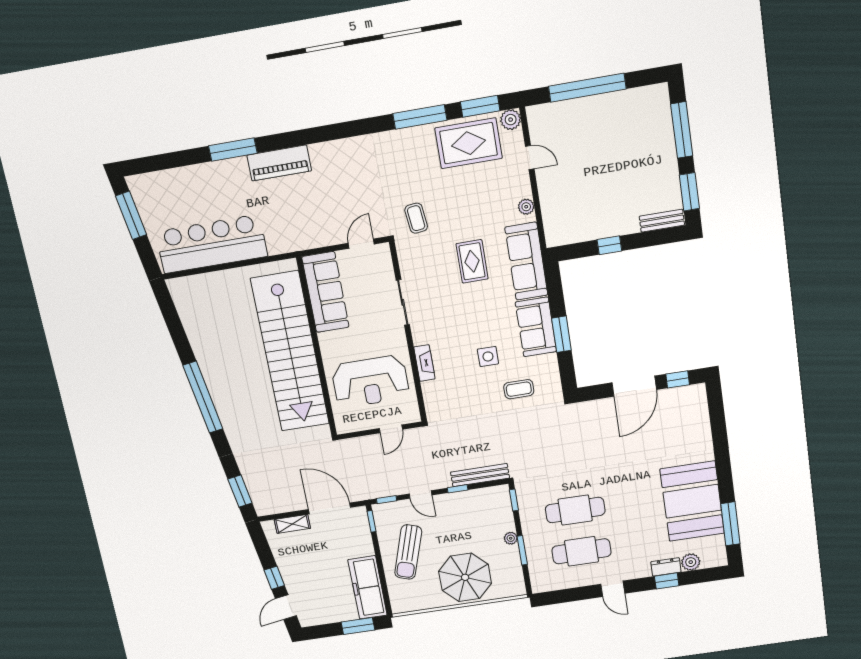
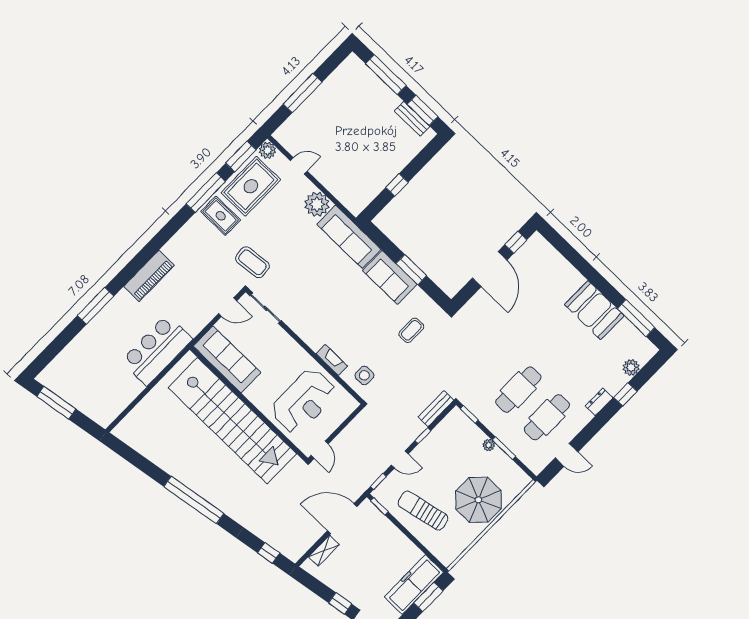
window: (587, 88) -> (303, 93), width x0.68
piano: (279, 163) -> (149, 276), moved
plant: (526, 207) -> (317, 204), width x1.87, depth x1.87
coffee table: (416, 218) -> (252, 262), width x1.36, depth x1.30
bench: (662, 221) -> (412, 119), moved, turned 90
bar counter: (212, 244) -> (157, 350), moved, width x0.73
door: (361, 244) -> (228, 307), swing flipped
rug: (472, 261) -> (221, 216), moved
sliding door: (403, 302) -> (266, 308), moved
side table: (488, 356) -> (364, 375), moved
door: (391, 429) -> (320, 450), moved
bench: (480, 475) -> (436, 409), width x0.73
window: (240, 491) -> (269, 553), width x0.67
booth: (692, 501) -> (594, 310), width x0.73, depth x0.70
sun lounger: (408, 552) -> (423, 511), turned 150
dresser: (666, 567) -> (599, 402), moved
freezer: (368, 587) -> (414, 584), moved, turned 90
door: (613, 589) -> (567, 455), moved

